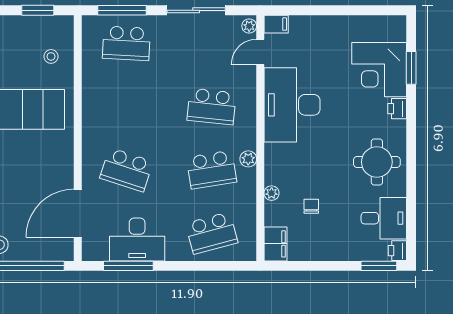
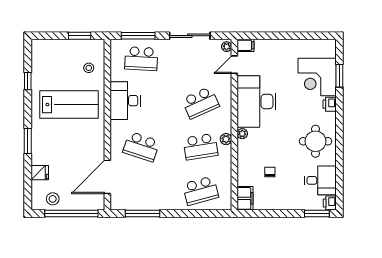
school desk: (212, 106) -> (200, 103), turned -30
plant: (272, 193) -> (242, 134), moved
desk: (137, 240) -> (125, 101), moved, turned 90

